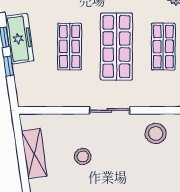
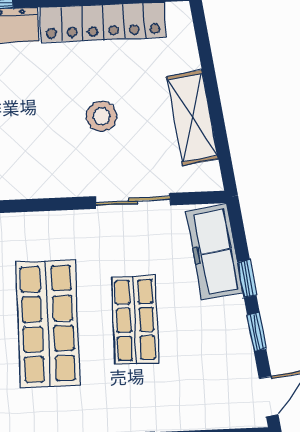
freezer: (20, 39) -> (214, 252), moved
sliding door: (110, 110) -> (133, 201), moved

